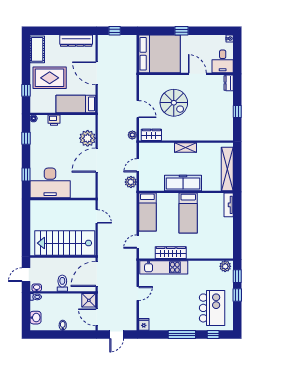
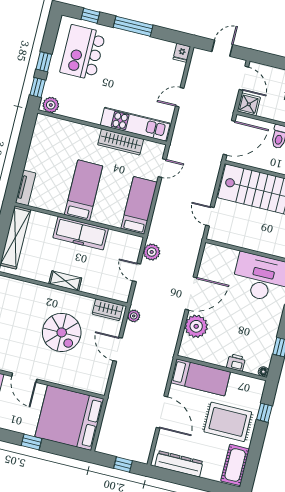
spiral stairs: (174, 103) -> (62, 332), moved, turned 180
door: (138, 165) -> (137, 272), swing flipped

